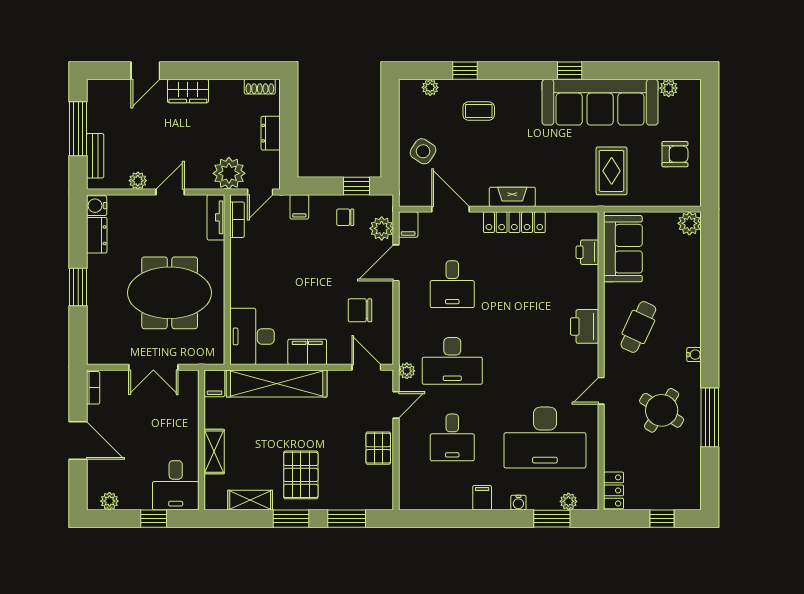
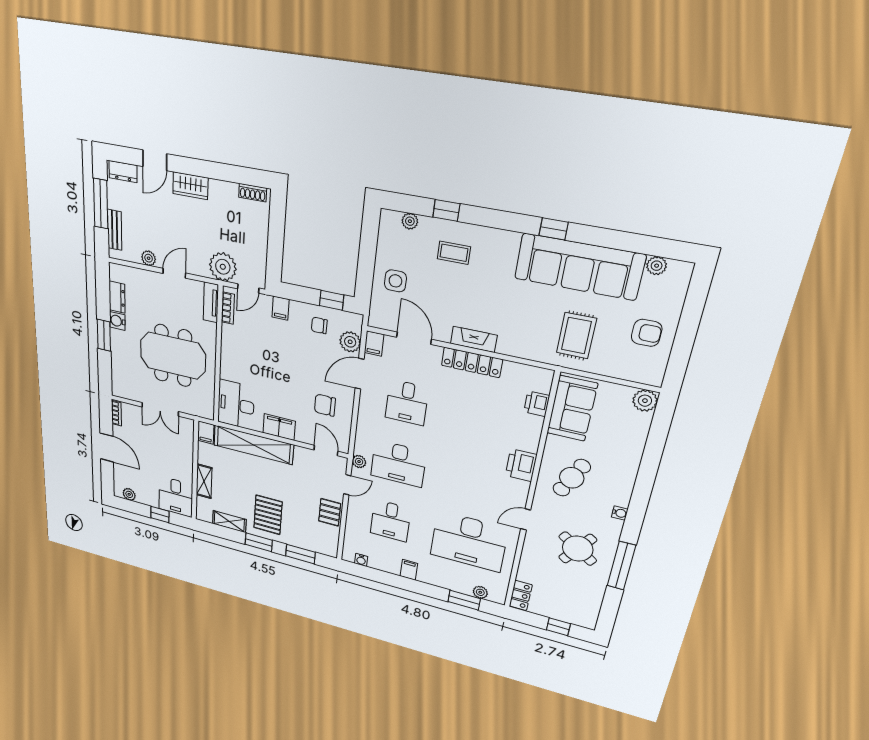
dresser: (271, 133) -> (123, 172), moved, turned -90
side table: (423, 151) -> (395, 281), turned -33
water cooler: (97, 206) -> (117, 321), moved
water cooler: (518, 503) -> (361, 560), moved

